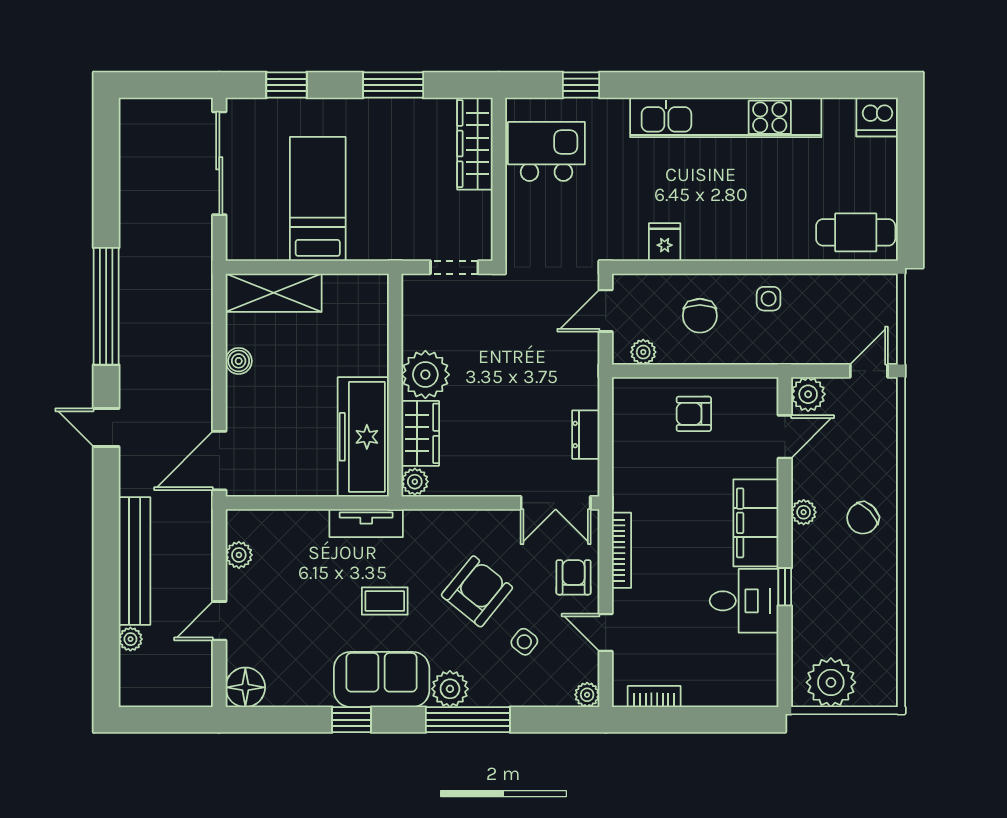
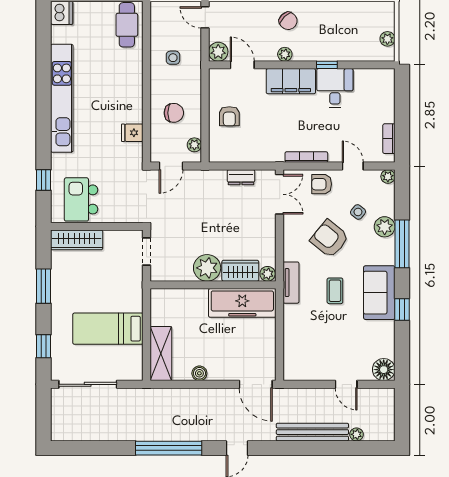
side table: (769, 299) -> (173, 58), moved
door: (606, 311) -> (171, 166), hinge flipped
tv unit: (366, 523) -> (291, 283), moved
plant: (239, 555) -> (309, 373), removed
door: (606, 632) -> (353, 166), swing flipped
plant: (831, 682) -> (387, 39), width x0.53, depth x0.53
plant: (450, 689) -> (385, 227), moved

